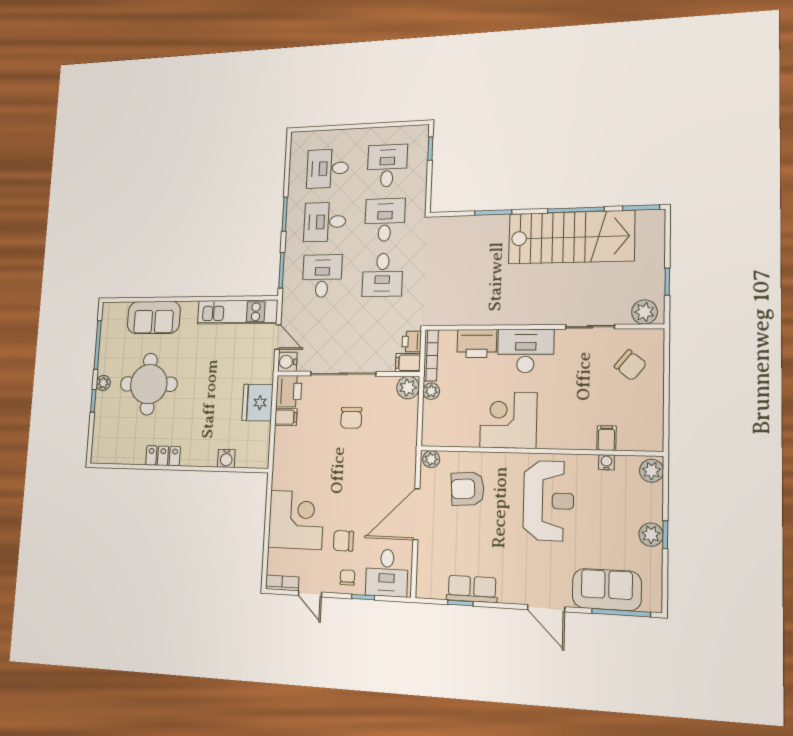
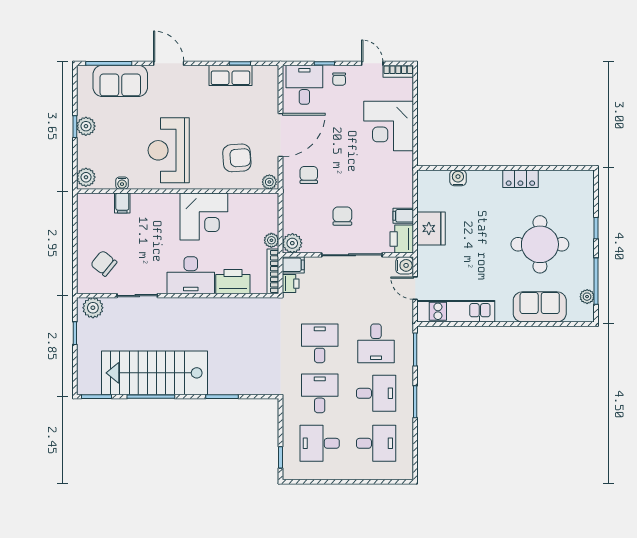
desk: (387, 166) -> (320, 443), turned 90
desk: (385, 220) -> (320, 393), turned 180
plant: (103, 383) -> (587, 297), moved
chair: (343, 541) -> (309, 175), moved, turned -90

